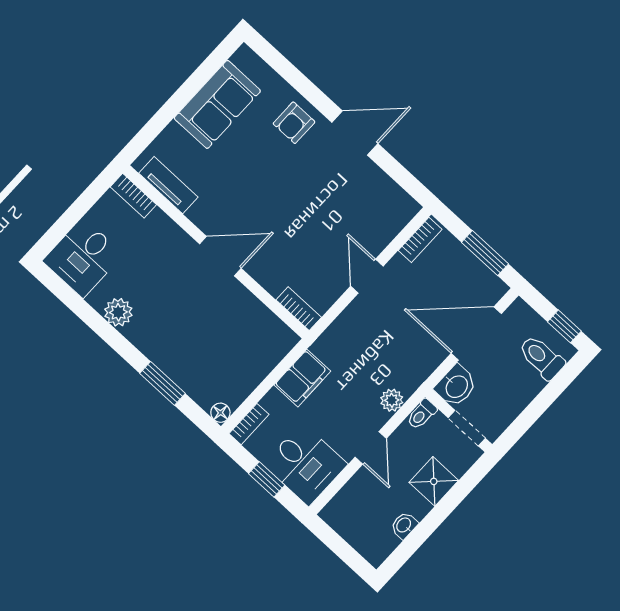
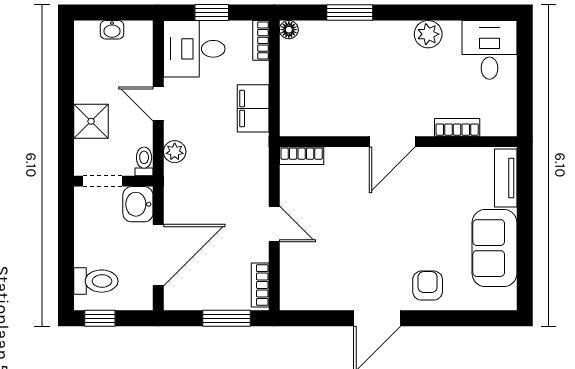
tv unit: (168, 185) -> (506, 178), moved, turned 90
bookcase: (133, 196) -> (457, 127), moved
window: (485, 253) -> (226, 318), moved
washbasin: (404, 525) -> (112, 30), moved, turned 90

